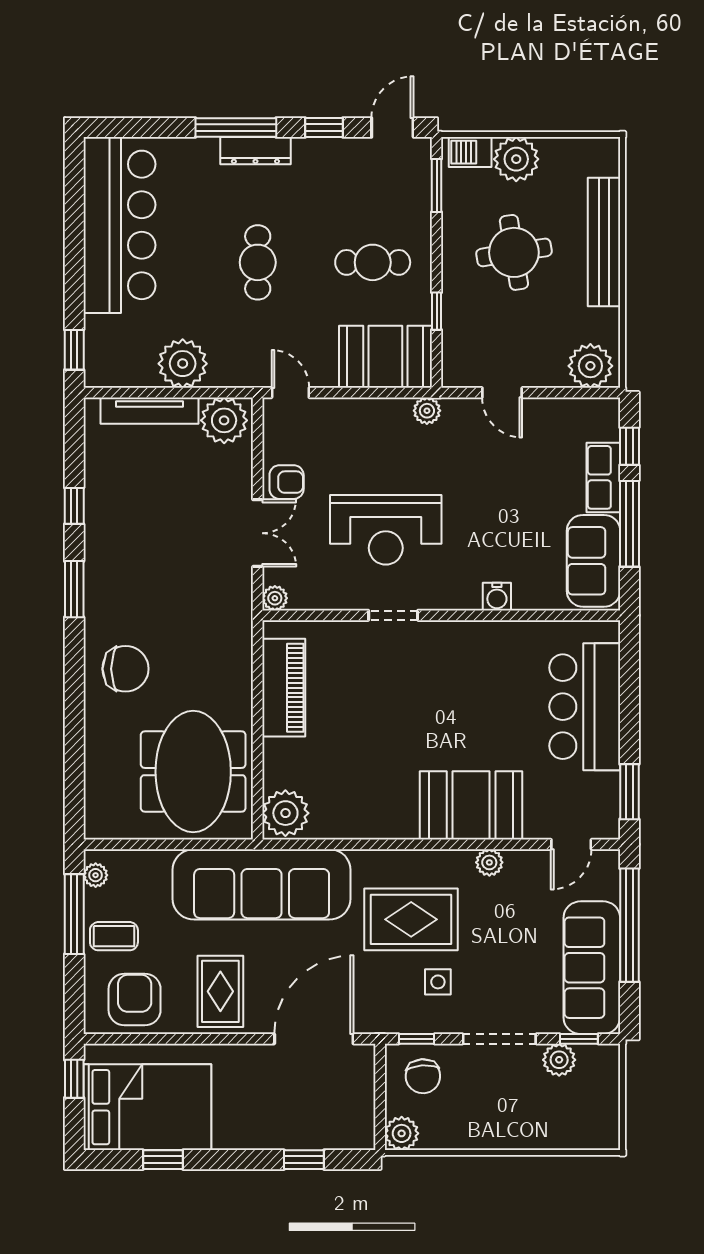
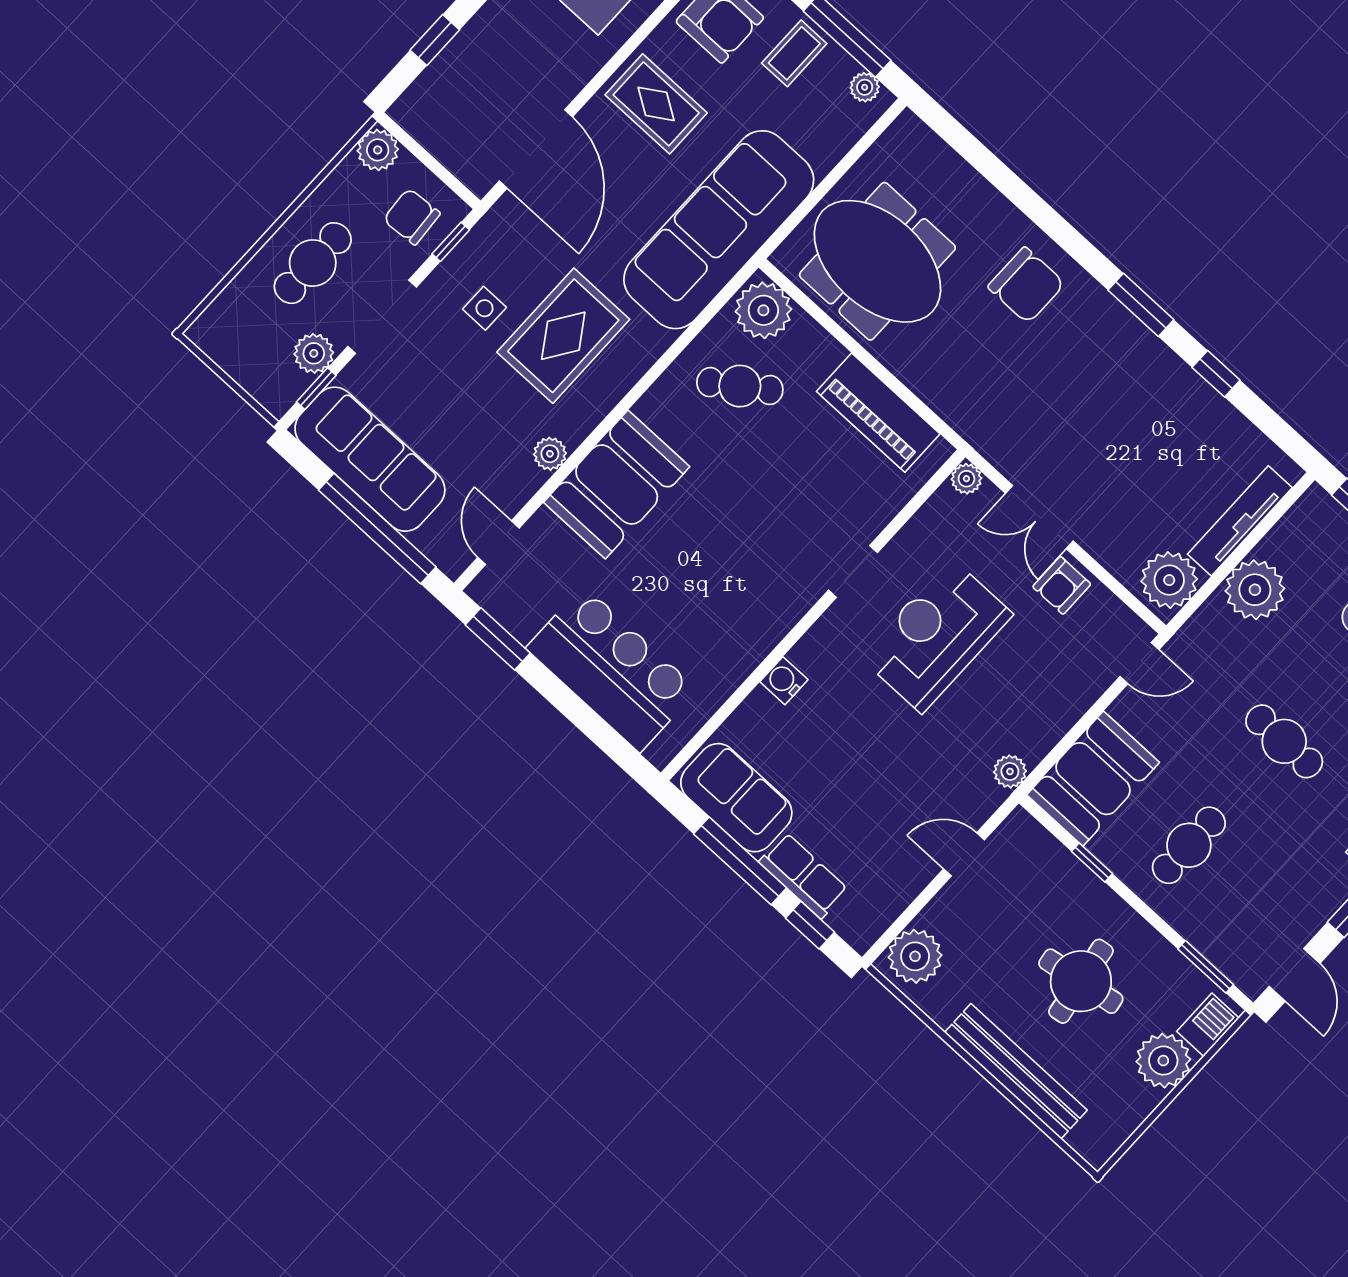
chair: (125, 669) -> (1026, 285), turned -90
cafe table: (344, 786) -> (740, 386), added
cafe table: (505, 1110) -> (313, 263), added

